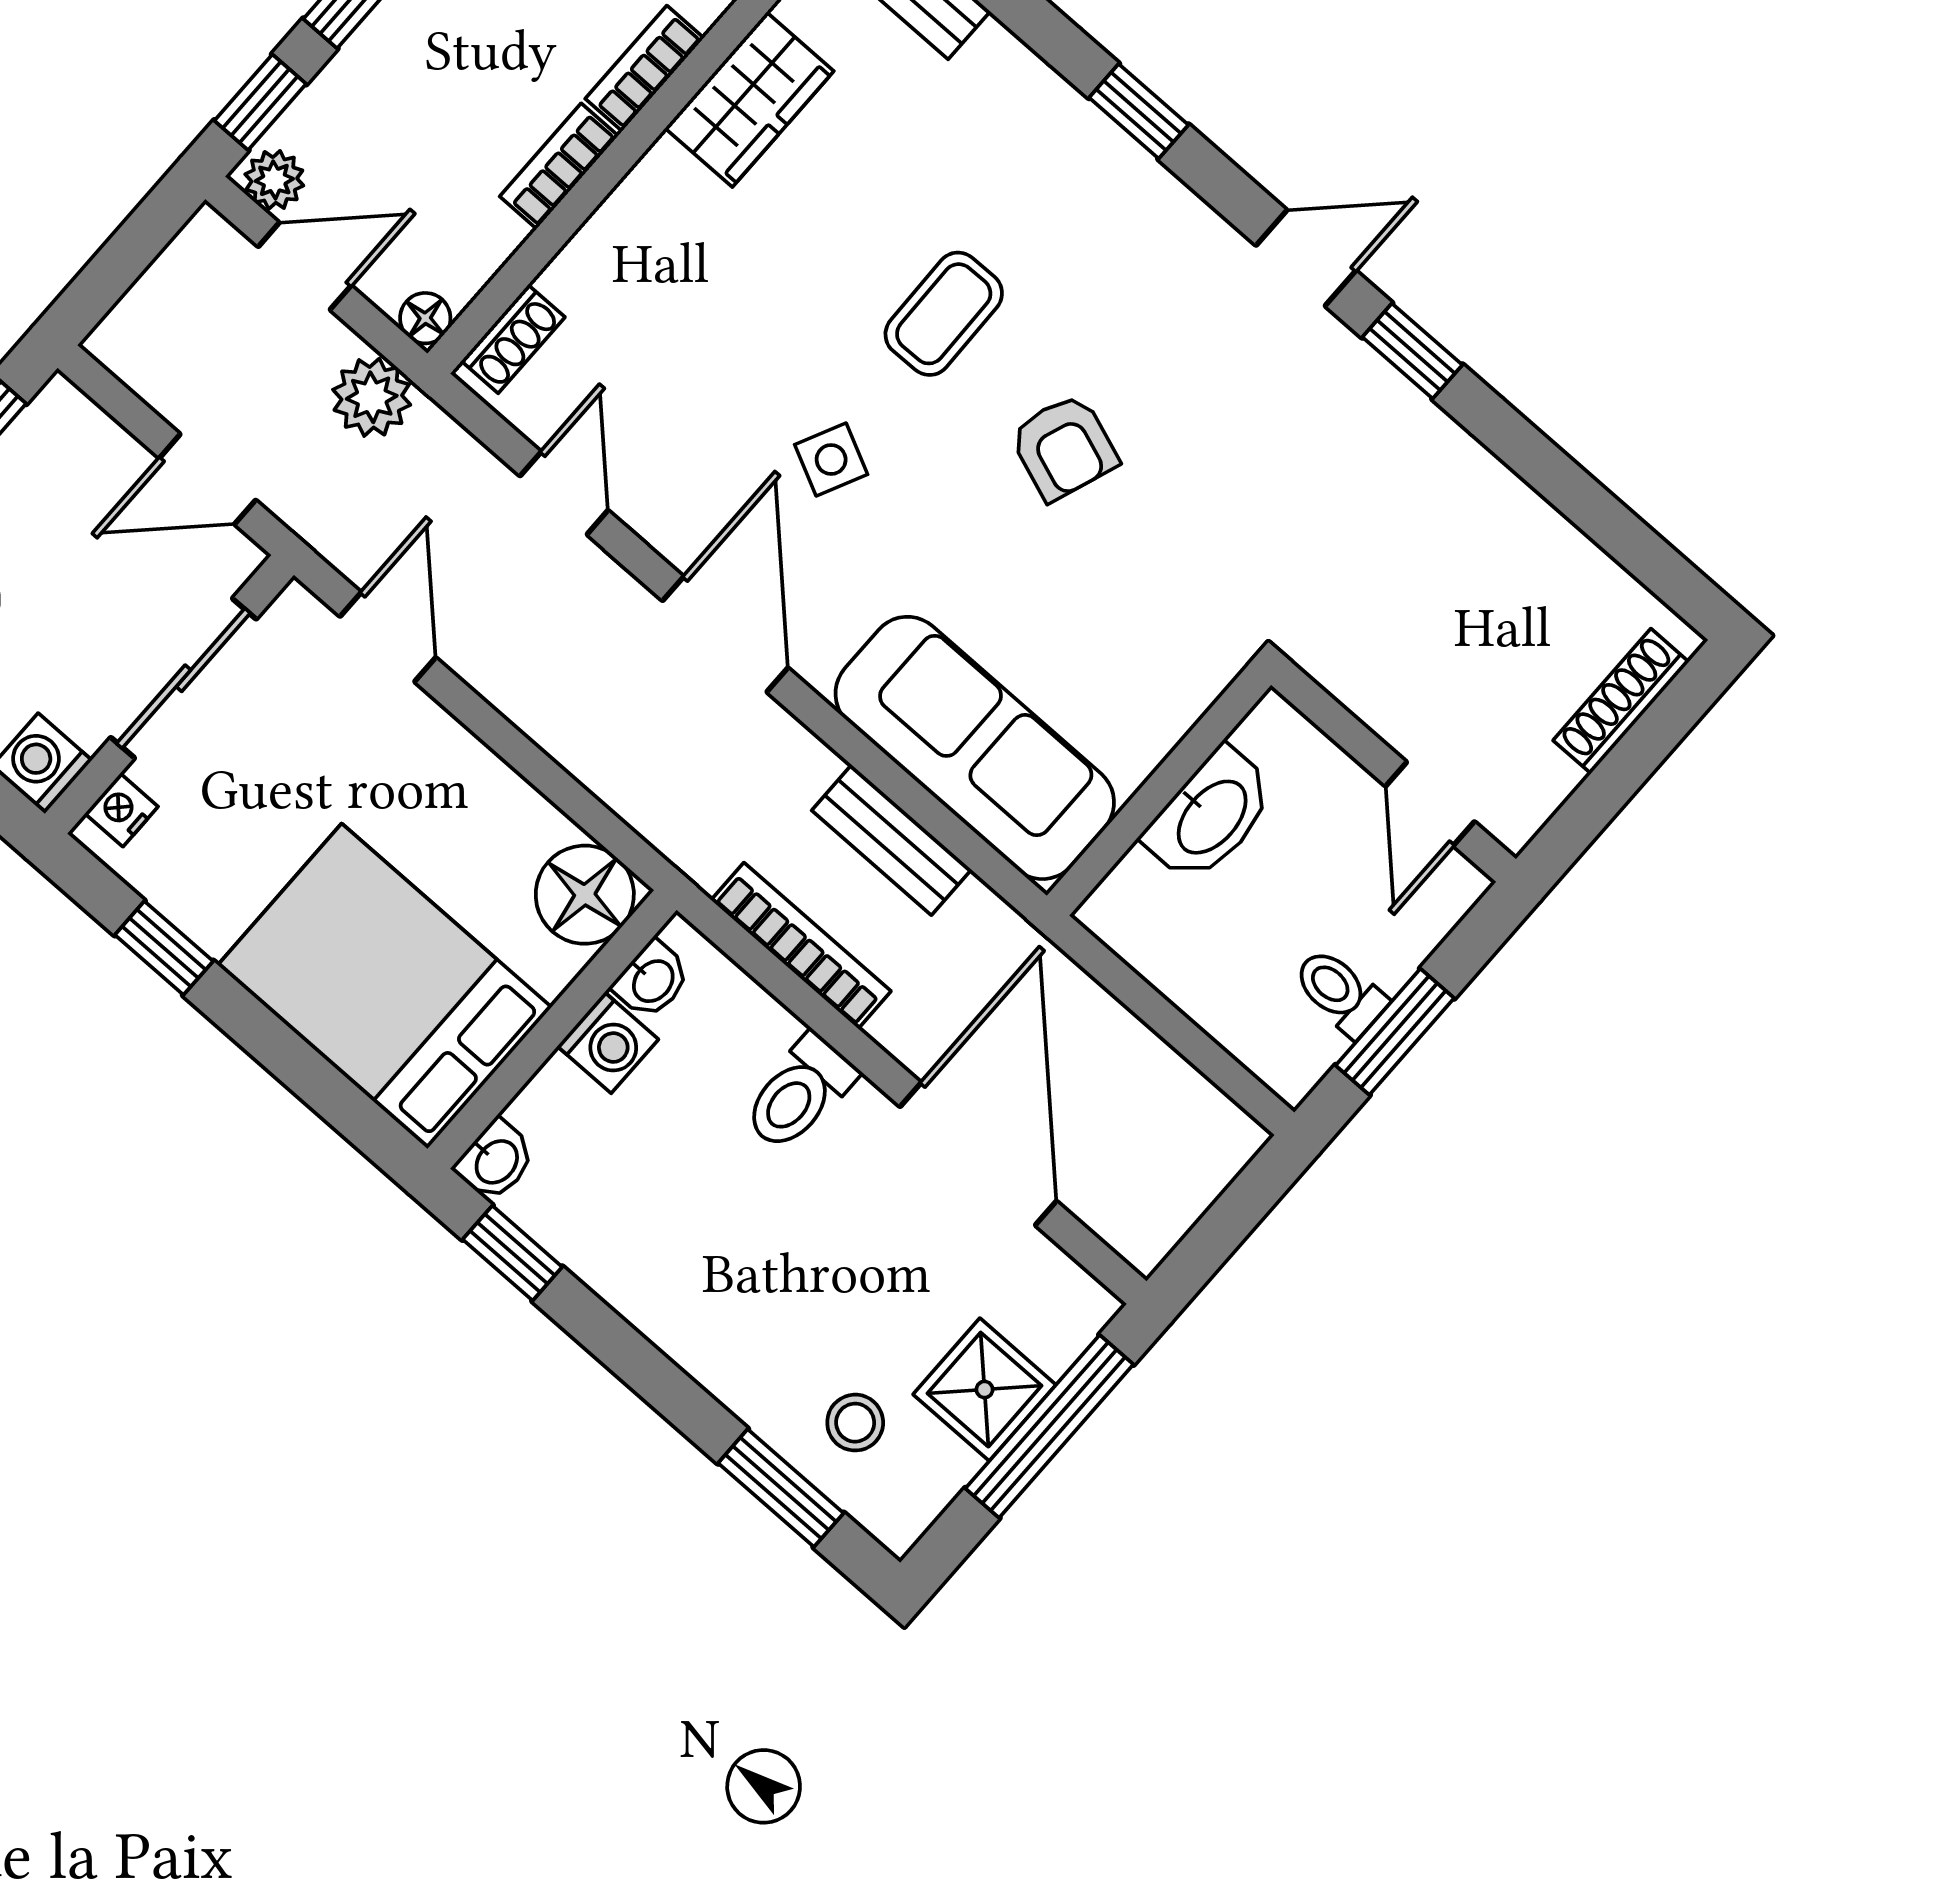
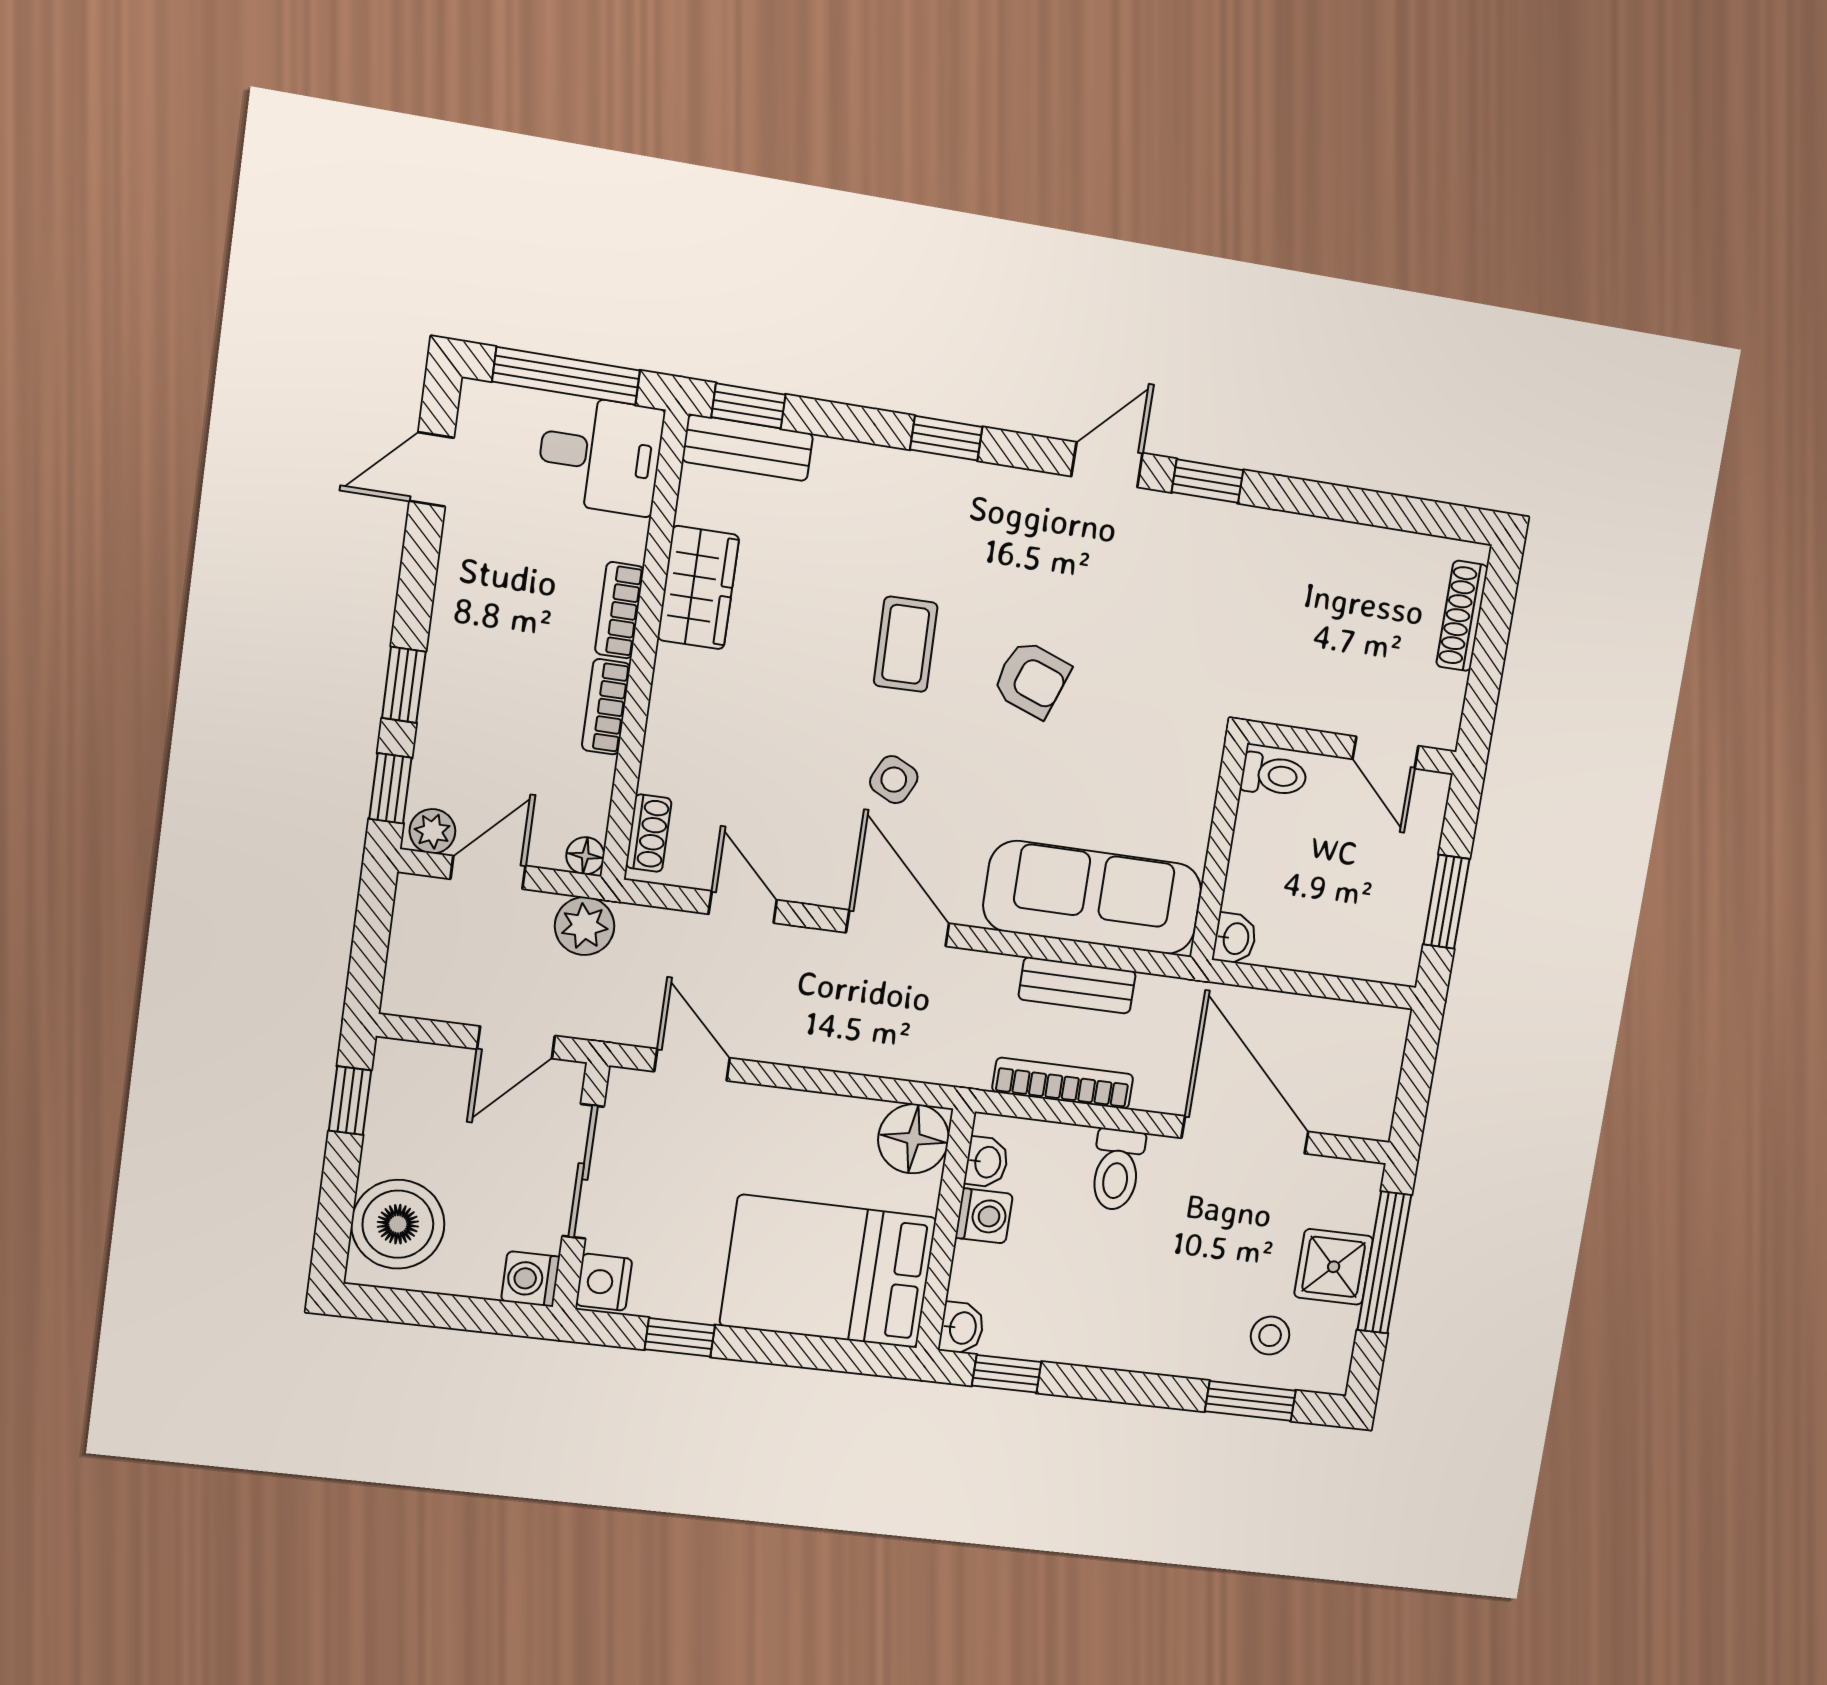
nightstand: (122, 810) -> (604, 1282), width x1.39, depth x1.35
washbasin: (1210, 815) -> (1235, 938), moved, width x0.52, depth x0.69
toilet: (1340, 992) -> (1274, 775), moved, turned 180

